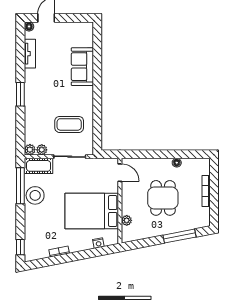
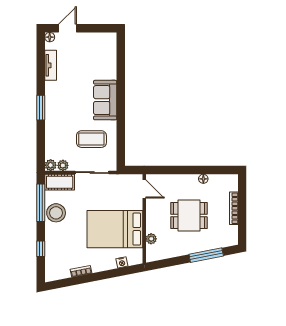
sofa: (82, 67) -> (105, 100), moved
dining table: (163, 198) -> (189, 216), turned 90
window: (20, 247) -> (41, 249), moved

